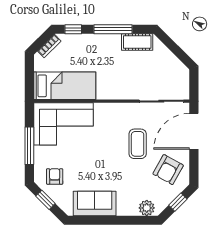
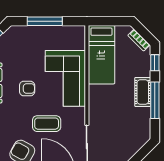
cot: (137, 42) -> (143, 92), moved
corner sofa: (63, 124) -> (65, 78), moved
armchair: (55, 176) -> (27, 89), moved

